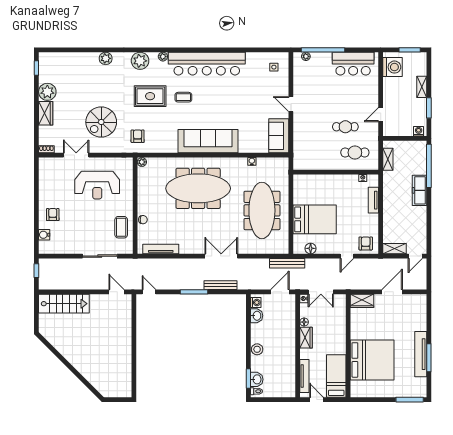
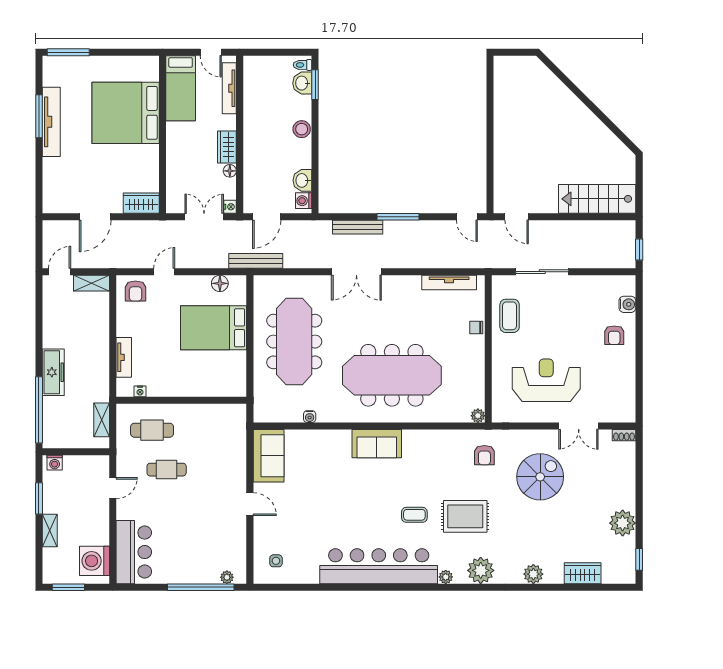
bar counter: (353, 64) -> (134, 552), moved, turned 90
wardrobe: (46, 113) -> (583, 573), moved, turned 90
sofa: (208, 141) -> (377, 444), width x0.54, depth x0.79

